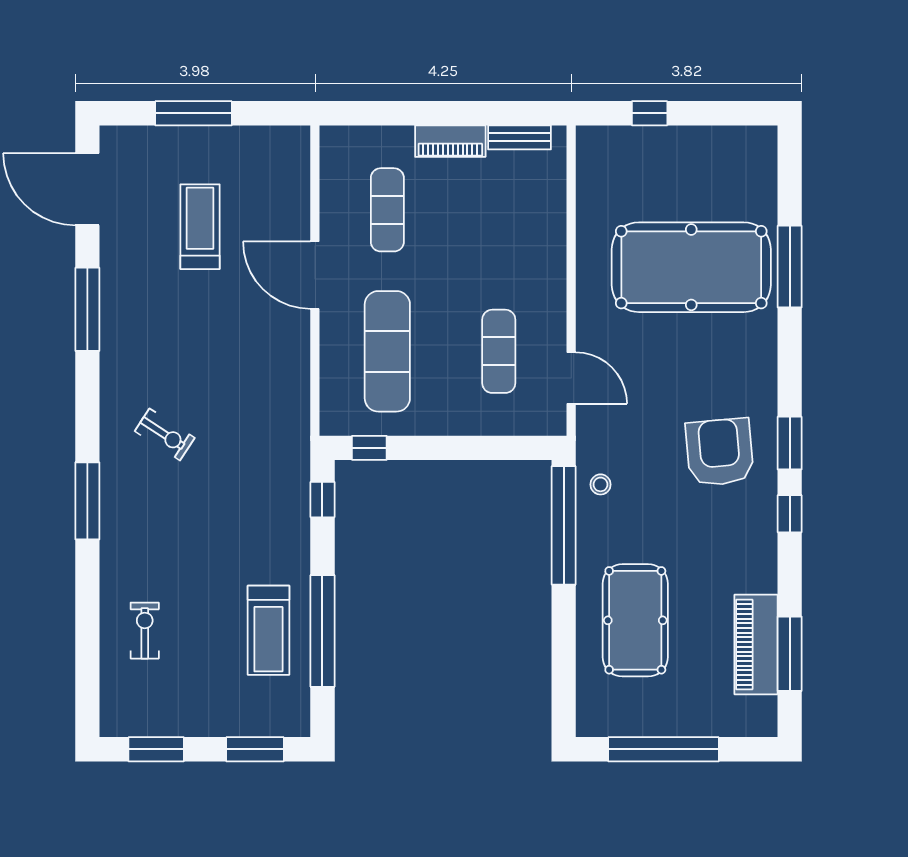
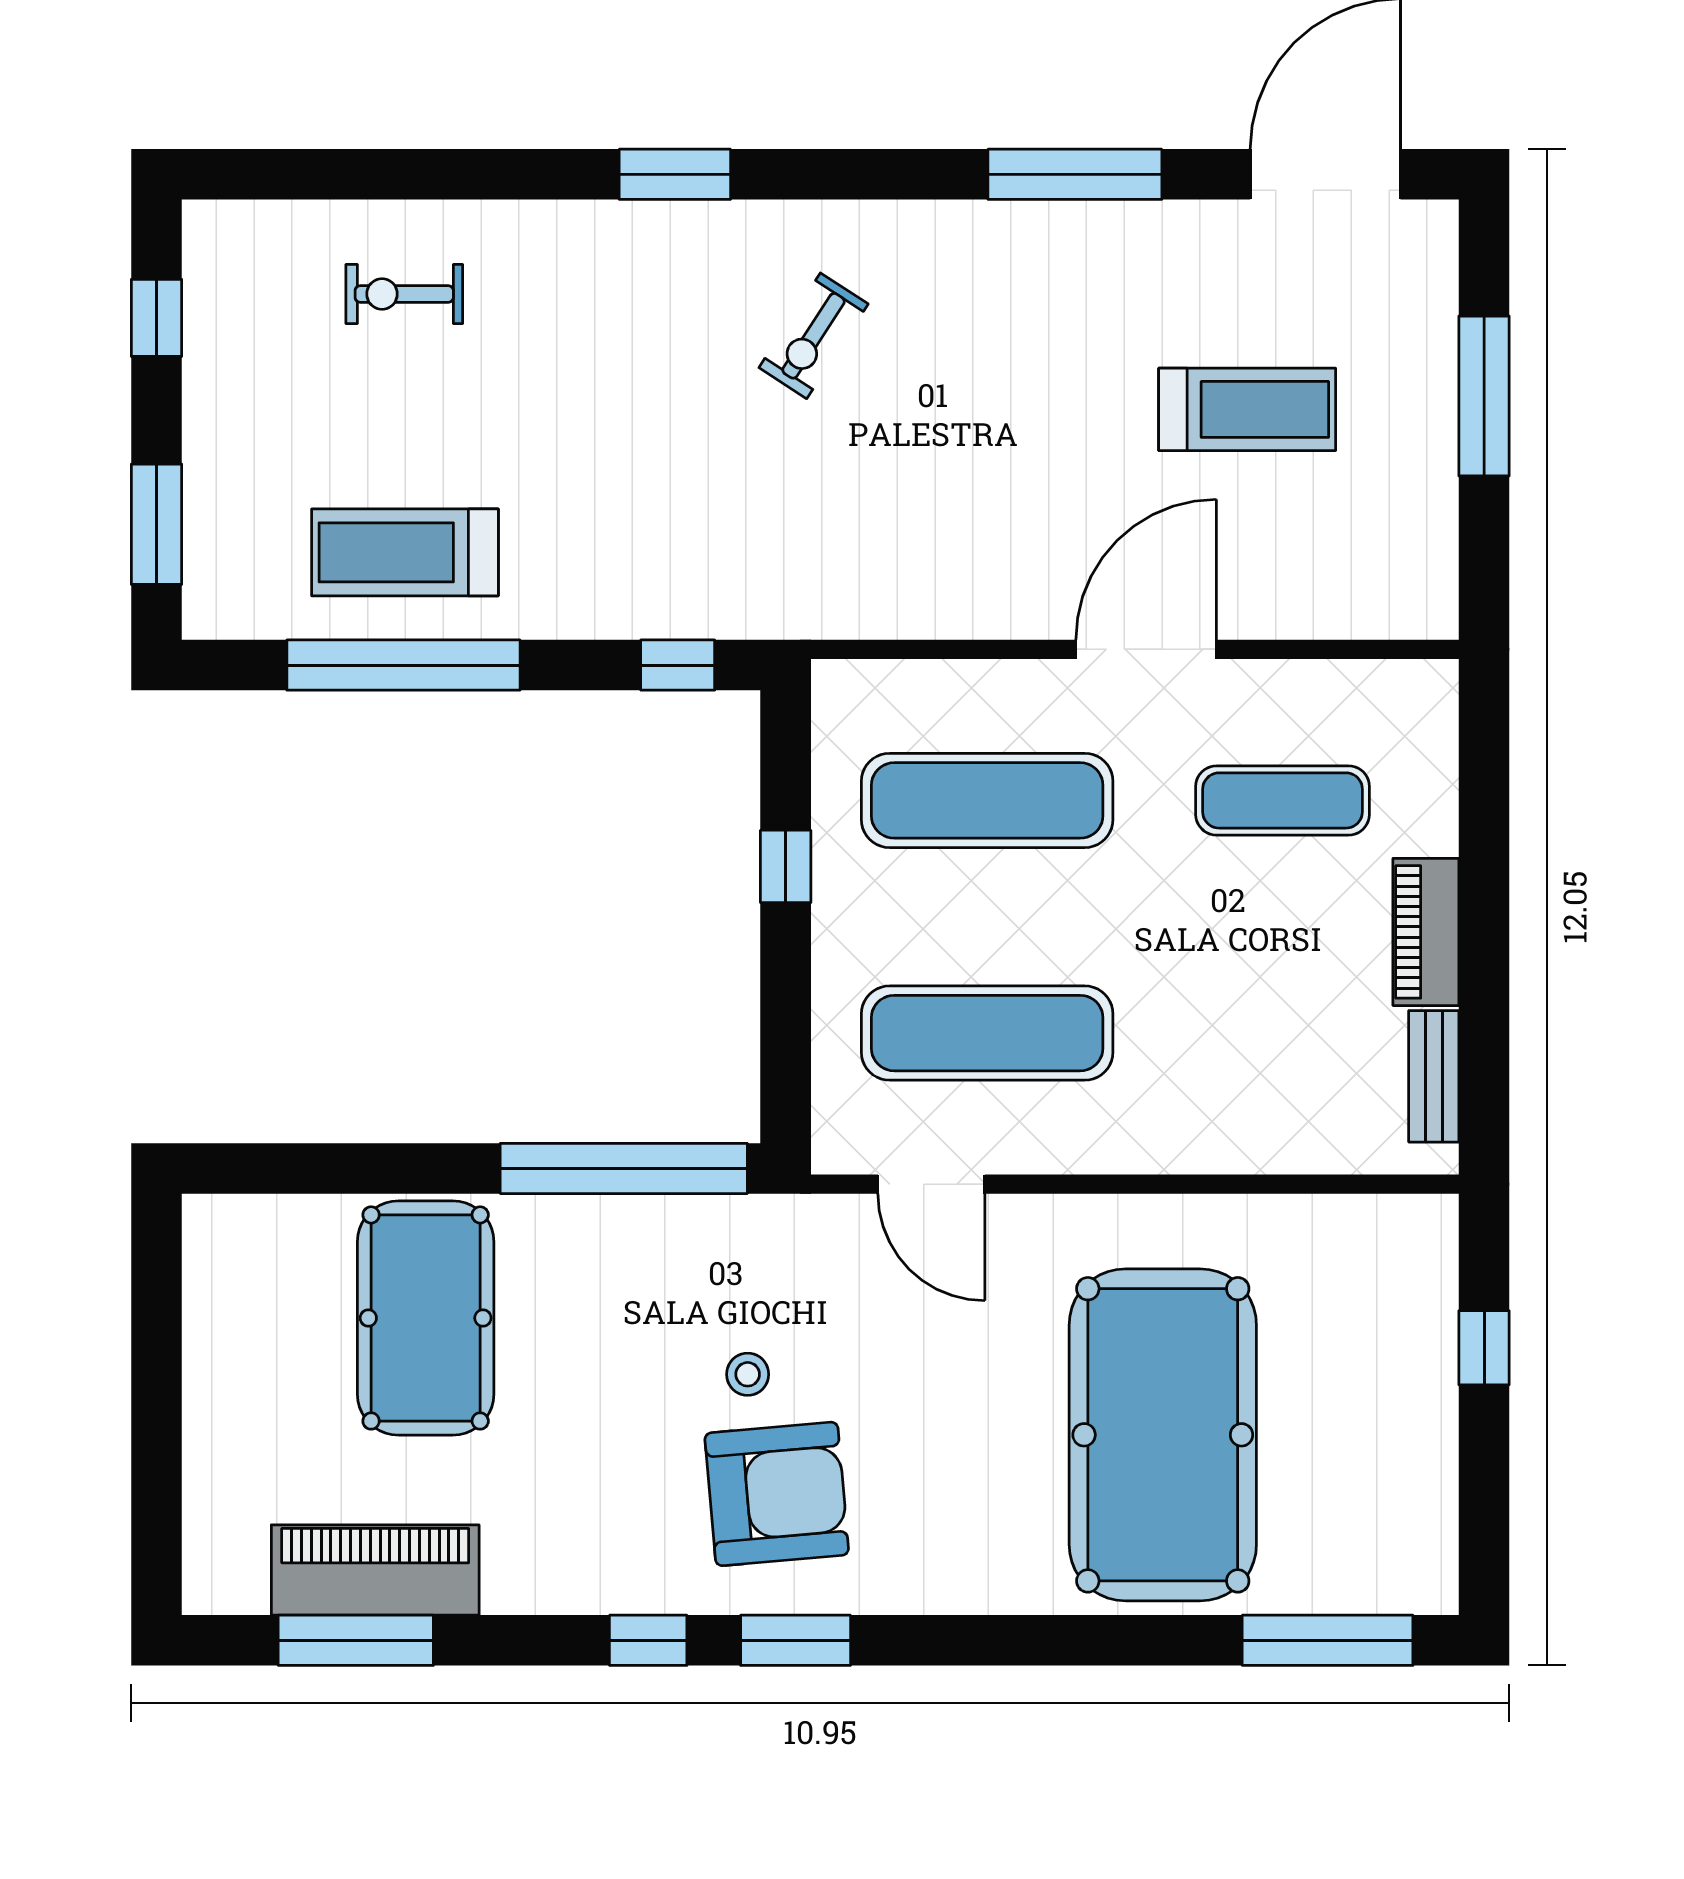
window: (790, 267) -> (1328, 1640), moved
exercise mat: (499, 351) -> (987, 1033), width x1.36, depth x1.45
door: (571, 378) -> (931, 1184), hinge flipped
window: (369, 448) -> (786, 866), moved
stool: (601, 484) -> (748, 1374), moved
window: (87, 501) -> (675, 174), width x0.69
pool table: (635, 620) -> (426, 1318), turned 90
exercise bike: (145, 631) -> (404, 294), turned 180
window: (156, 749) -> (156, 318), width x0.67
window: (663, 749) -> (156, 1377), removed

